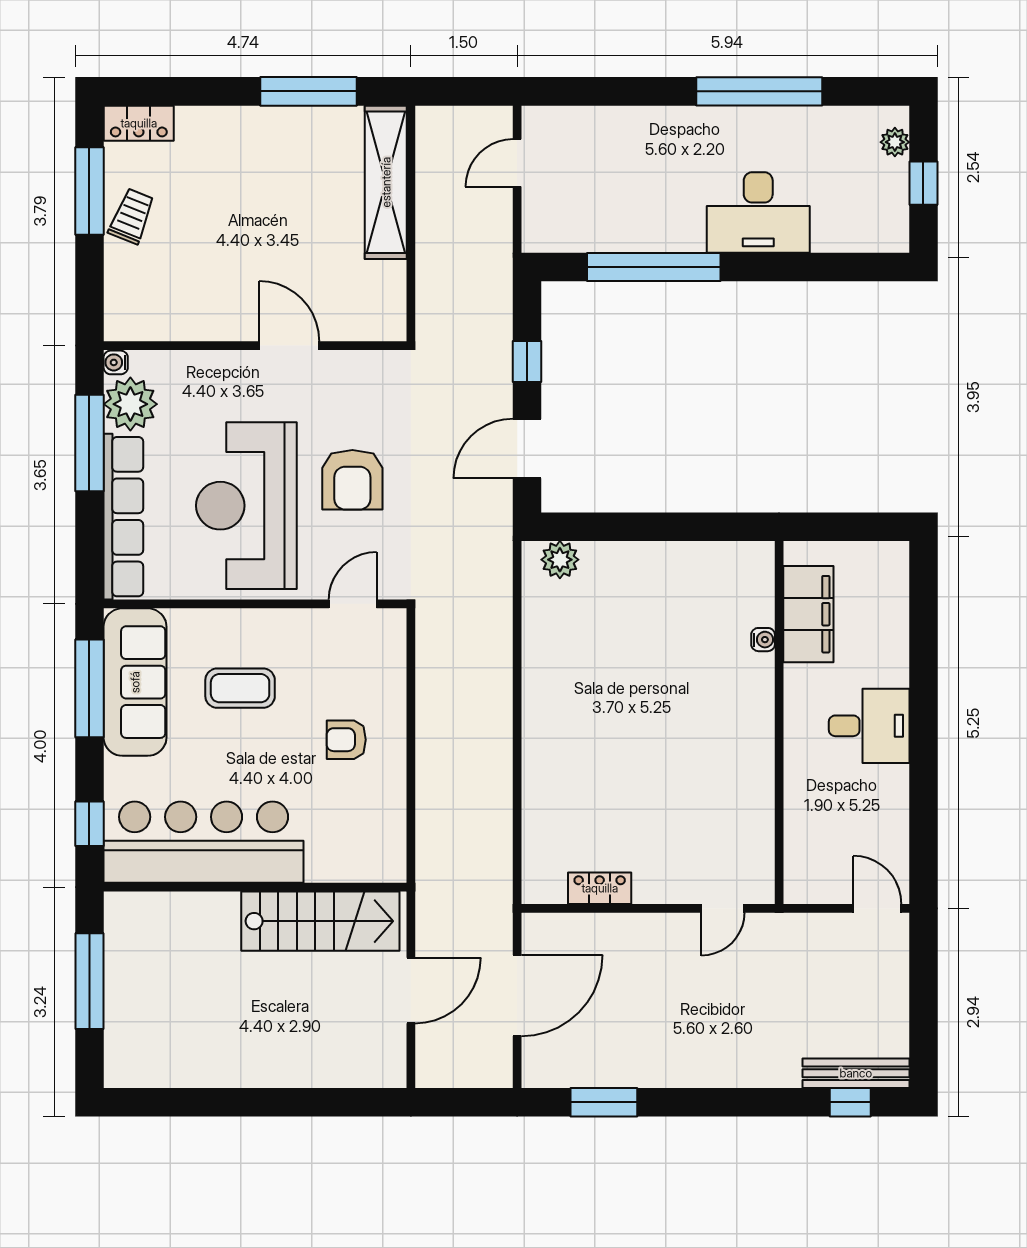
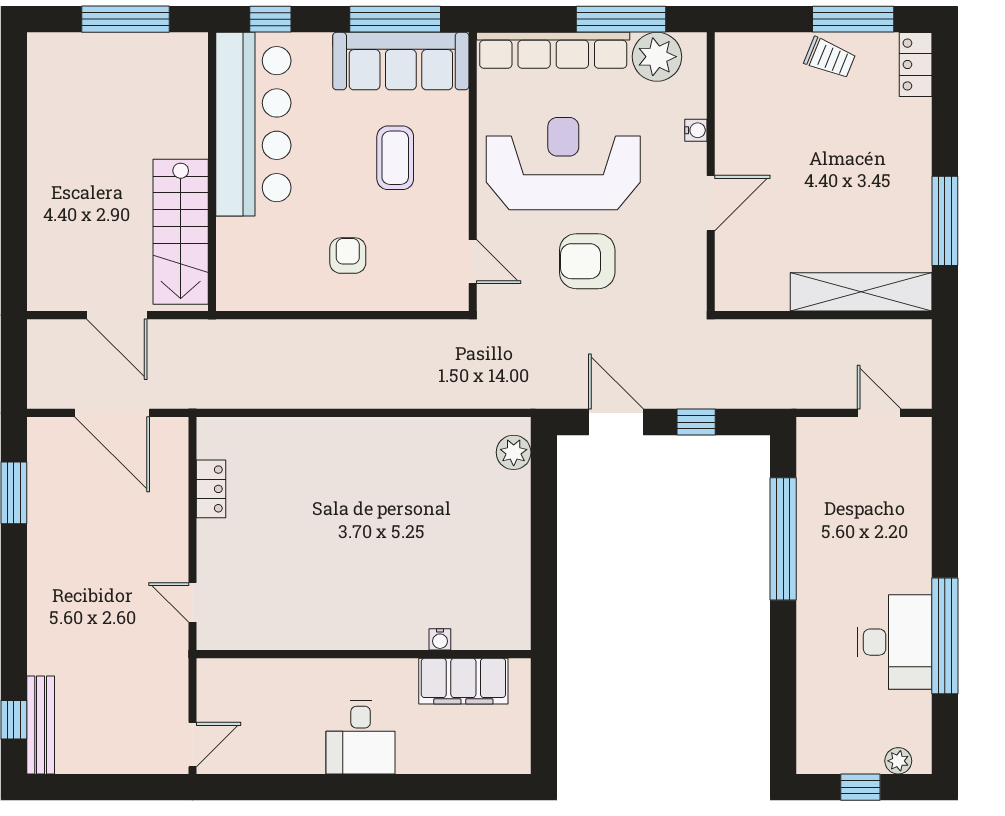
desk: (758, 212) -> (895, 642), moved, turned 180
water cooler: (116, 362) -> (696, 130), moved, turned 90

